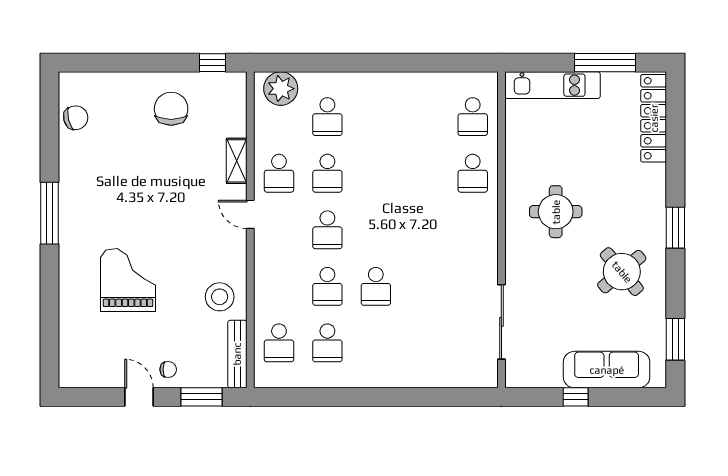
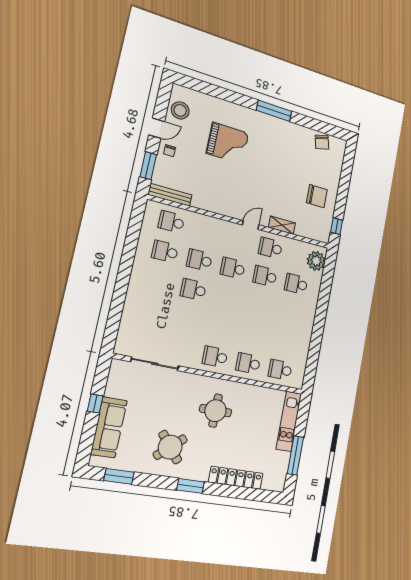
locker: (654, 118) -> (236, 478), moved
school desk: (473, 230) -> (215, 357), added
stool: (220, 297) -> (180, 110), moved

